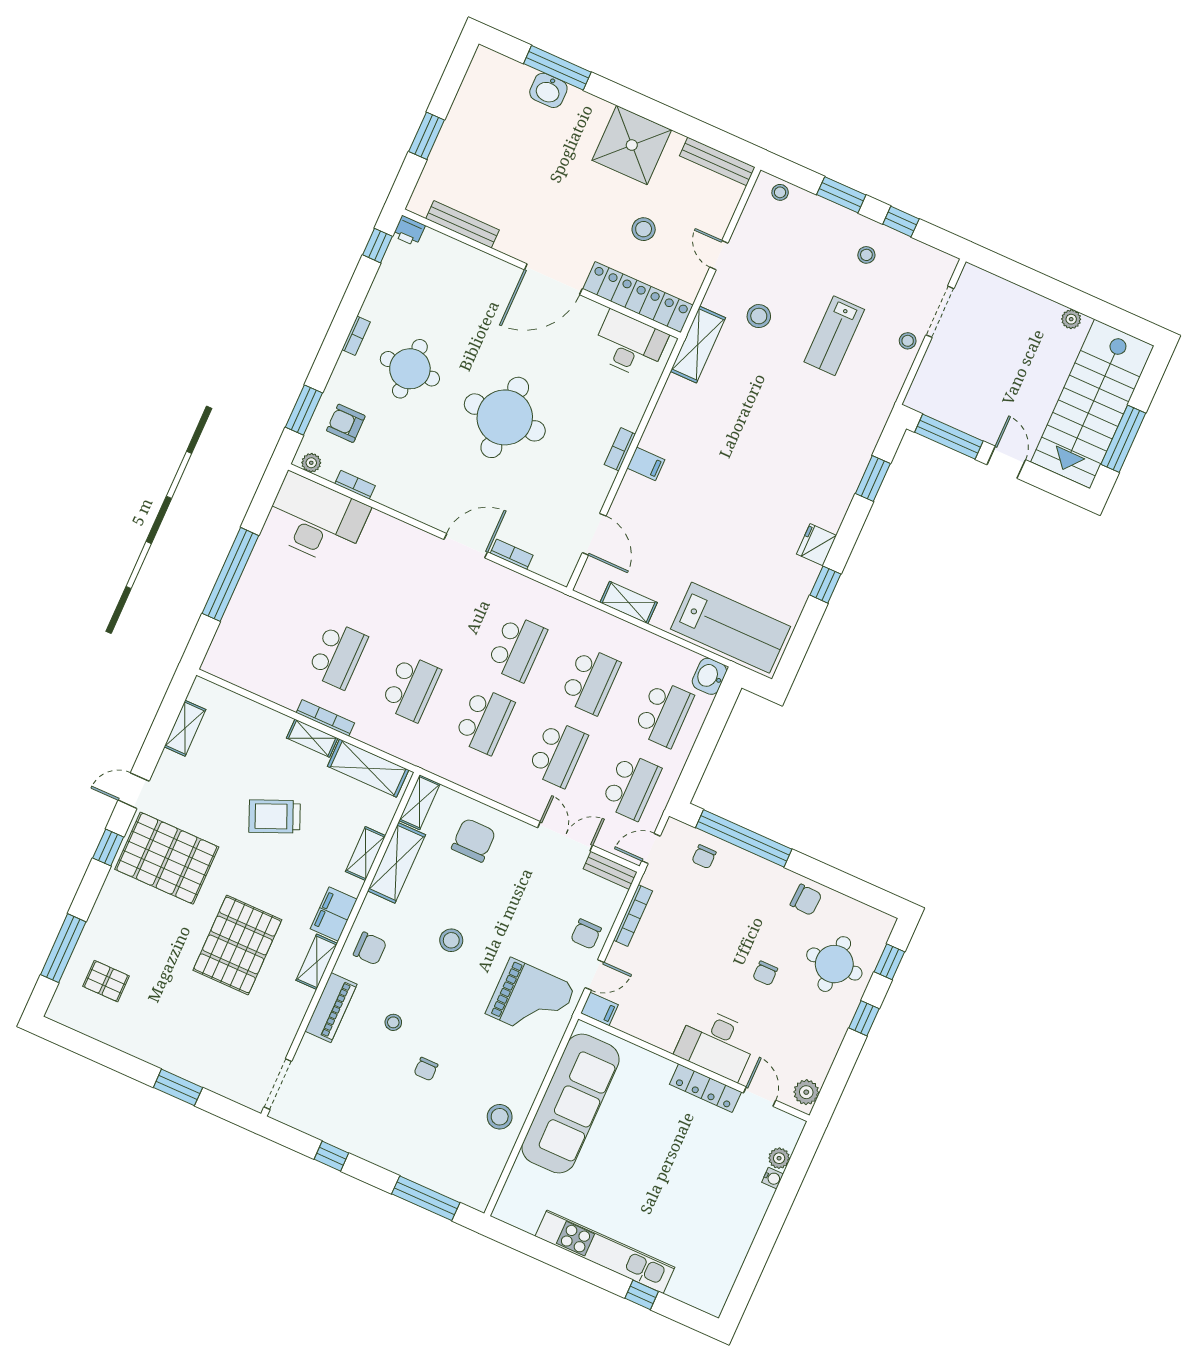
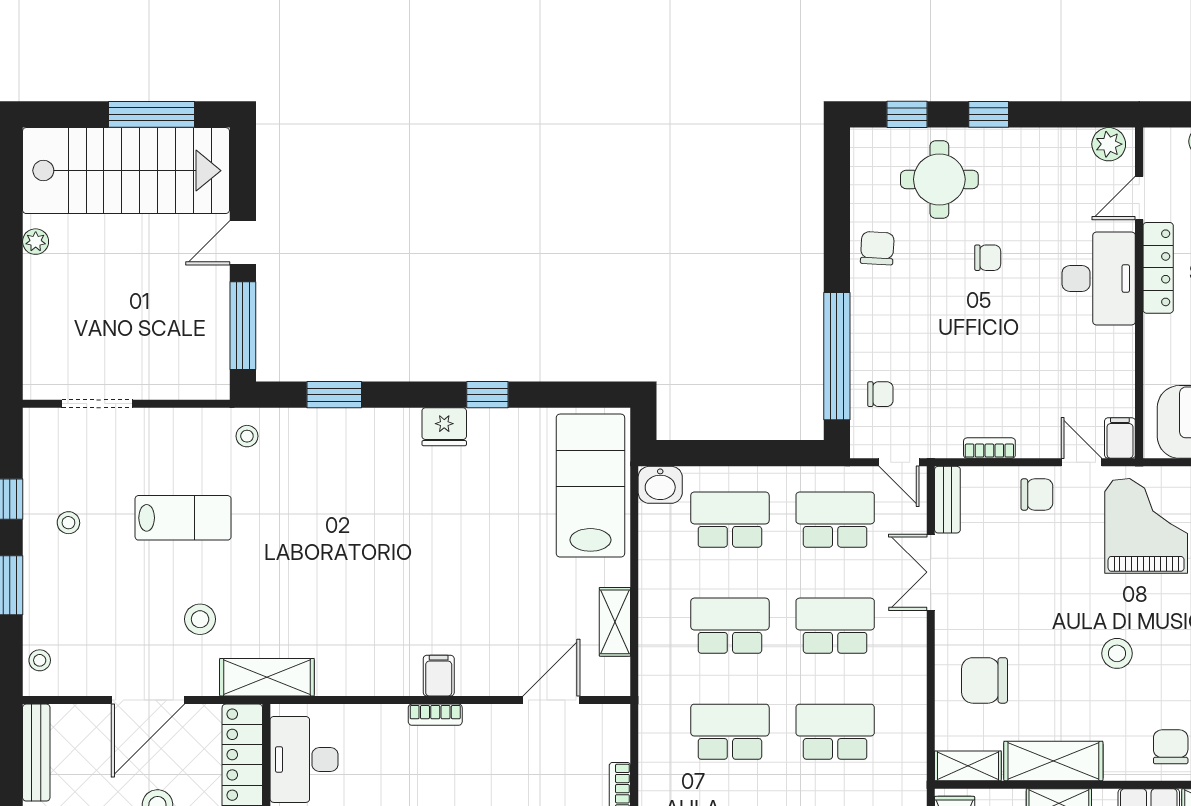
door: (719, 255) -> (148, 700), width x1.88
stool: (908, 341) -> (247, 436), moved
bookcase: (633, 915) -> (989, 448), width x0.64

